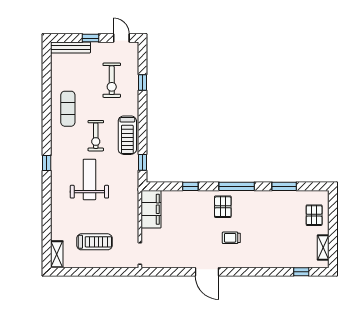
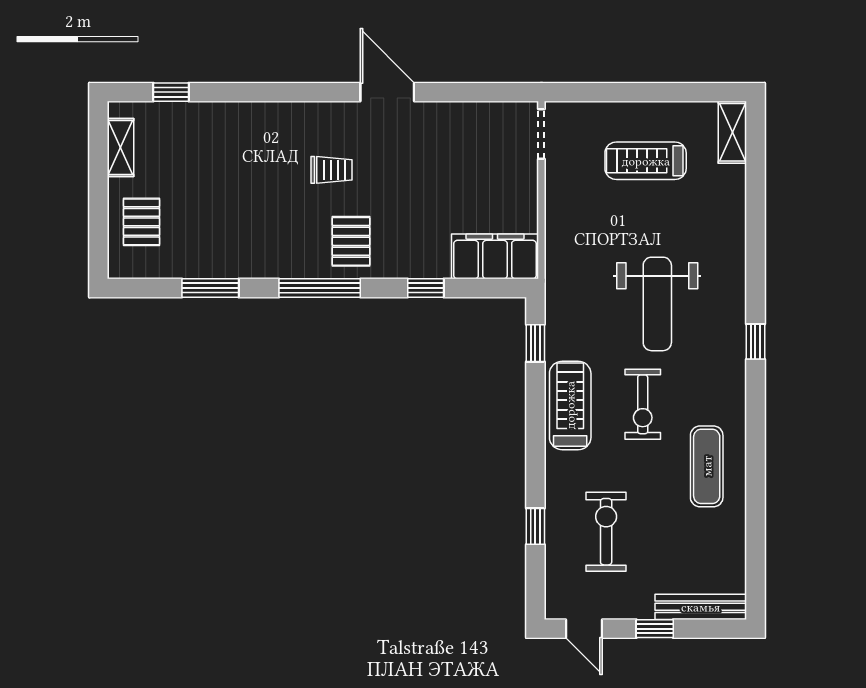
exercise bike: (96, 136) -> (643, 404), turned 180
filing cabinet: (151, 209) -> (495, 256), moved, turned 90

